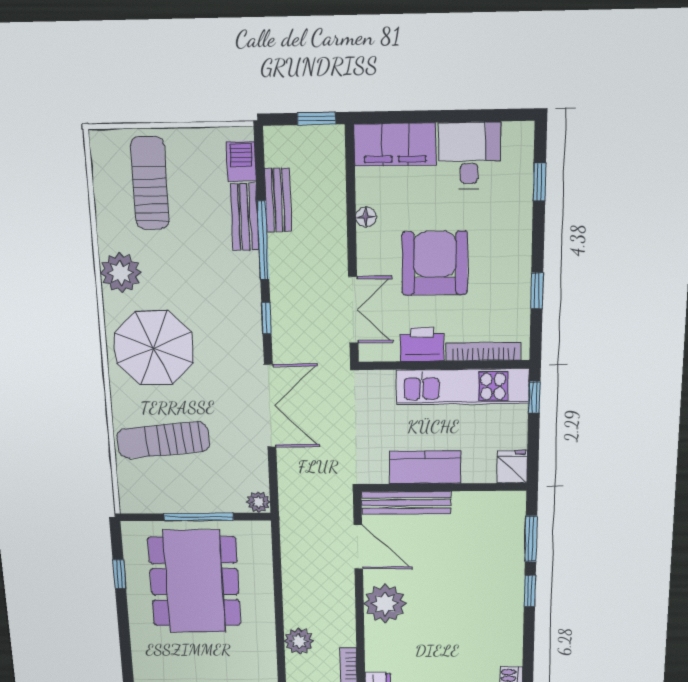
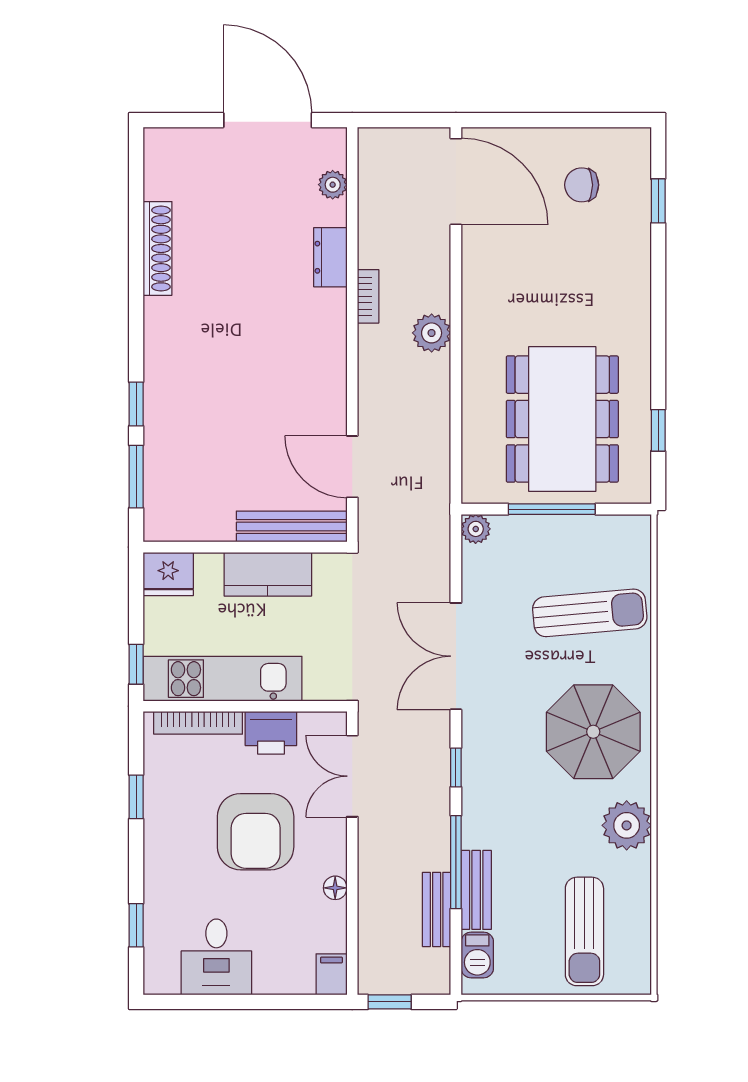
filing cabinet: (395, 145) -> (331, 974), width x0.33, depth x0.86
fridge: (512, 467) -> (168, 574), width x1.38
plant: (385, 604) -> (320, 387), removed

